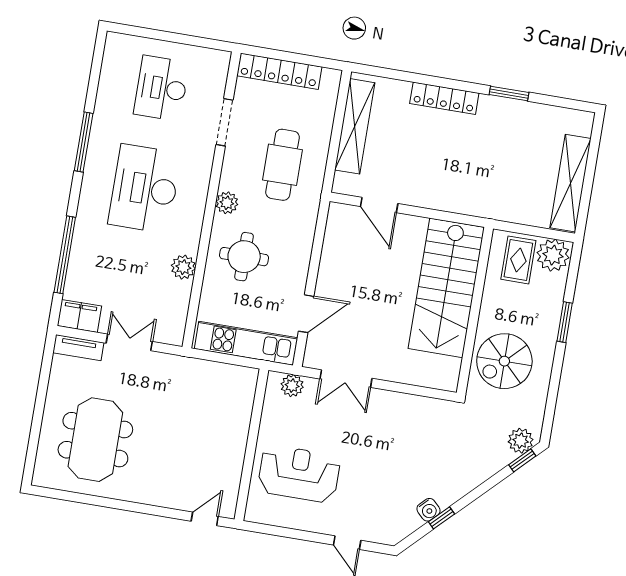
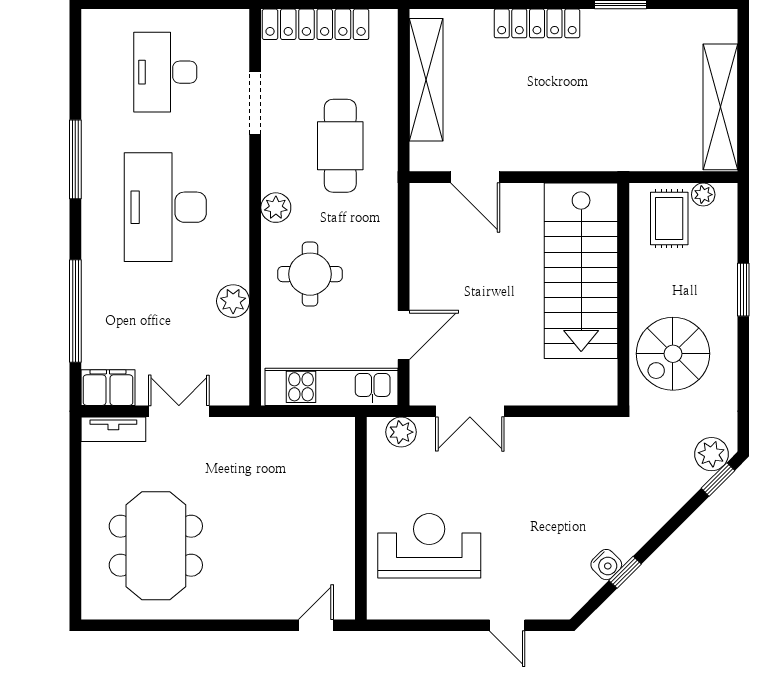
plant: (553, 255) -> (703, 195), width x0.53, depth x0.53

